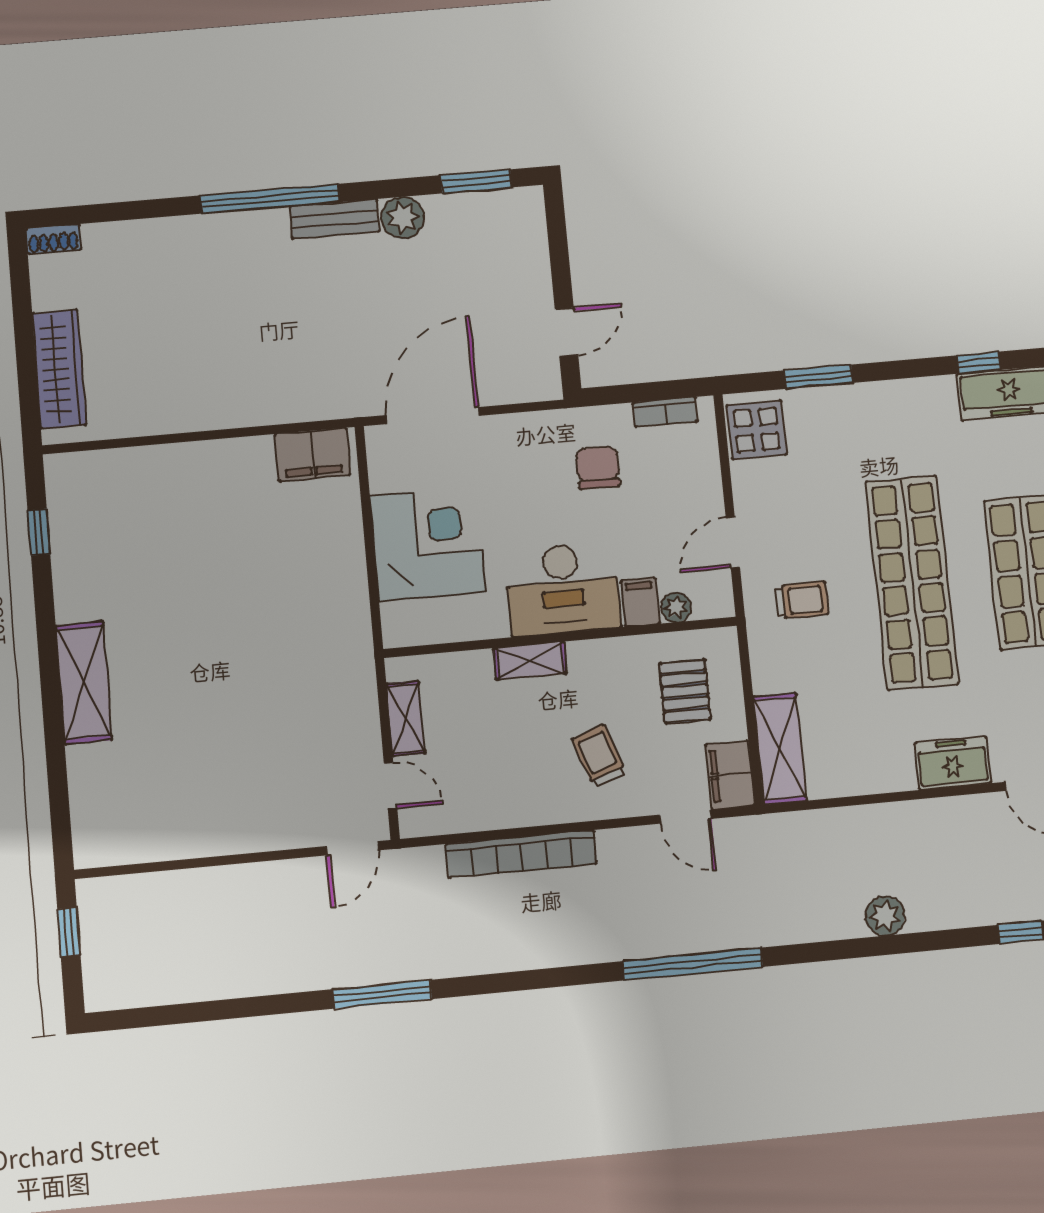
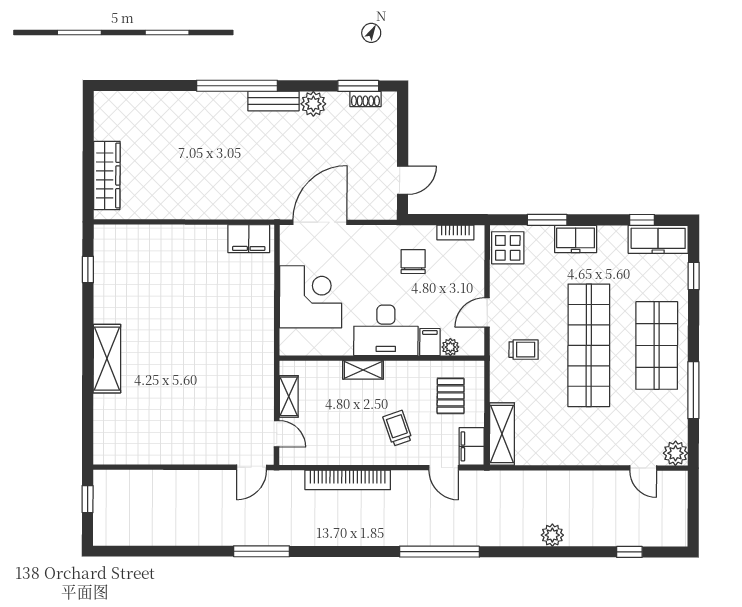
shoe rack: (53, 239) -> (365, 99), moved
freezer: (953, 763) -> (576, 239), moved, turned 180

